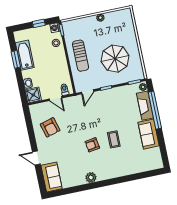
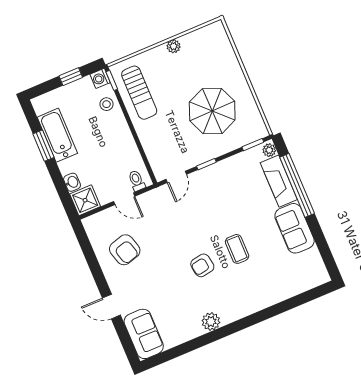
sun lounger: (80, 56) -> (139, 93), moved

